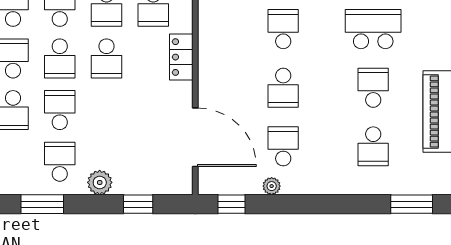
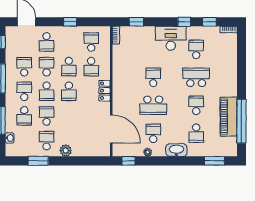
school desk: (283, 88) -> (153, 105), width x1.85
washbasin: (332, 181) -> (176, 150), added
window: (138, 204) -> (84, 161), removed

